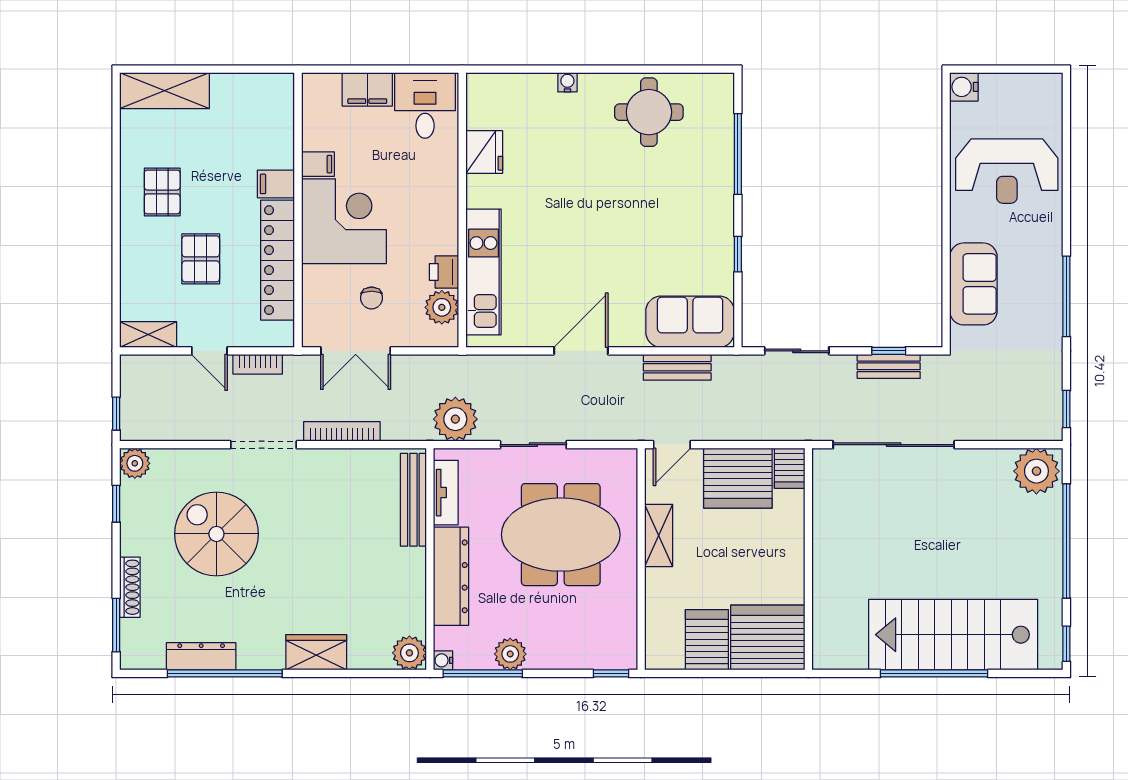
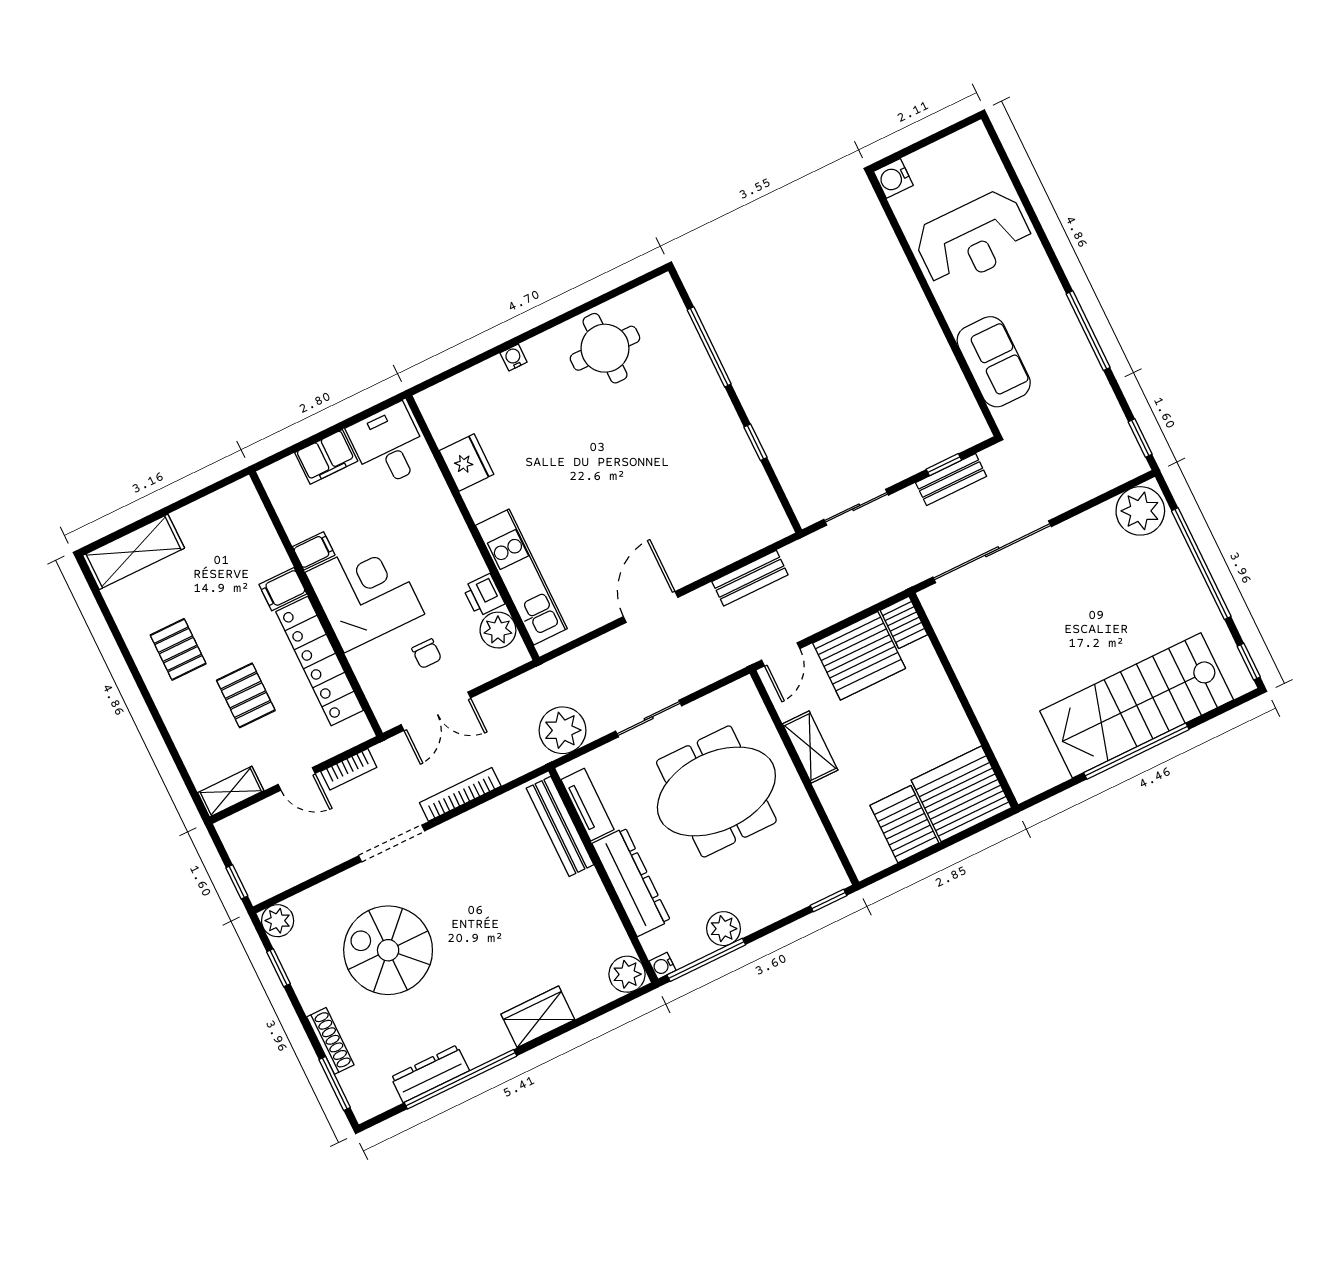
sofa: (690, 322) -> (741, 529), removed

